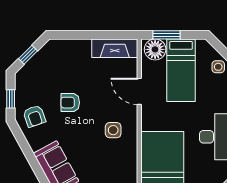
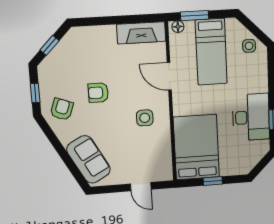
floor lamp: (155, 49) -> (178, 27), width x0.53, depth x0.53
armchair: (34, 116) -> (62, 109), turned -141

